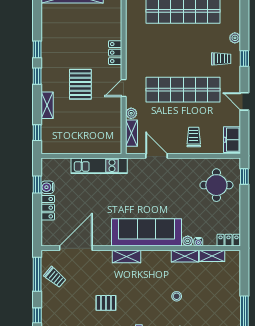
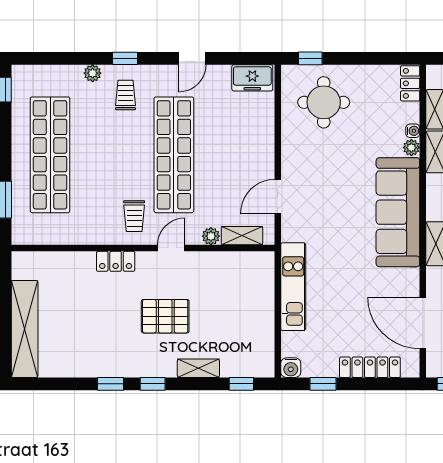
door: (124, 88) -> (171, 248), swing flipped
trolley: (194, 137) -> (134, 216), moved, turned -90
water cooler: (47, 187) -> (291, 368), moved
locker: (48, 208) -> (370, 367), width x1.53

